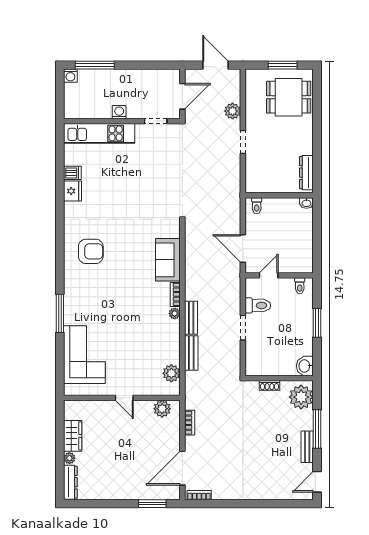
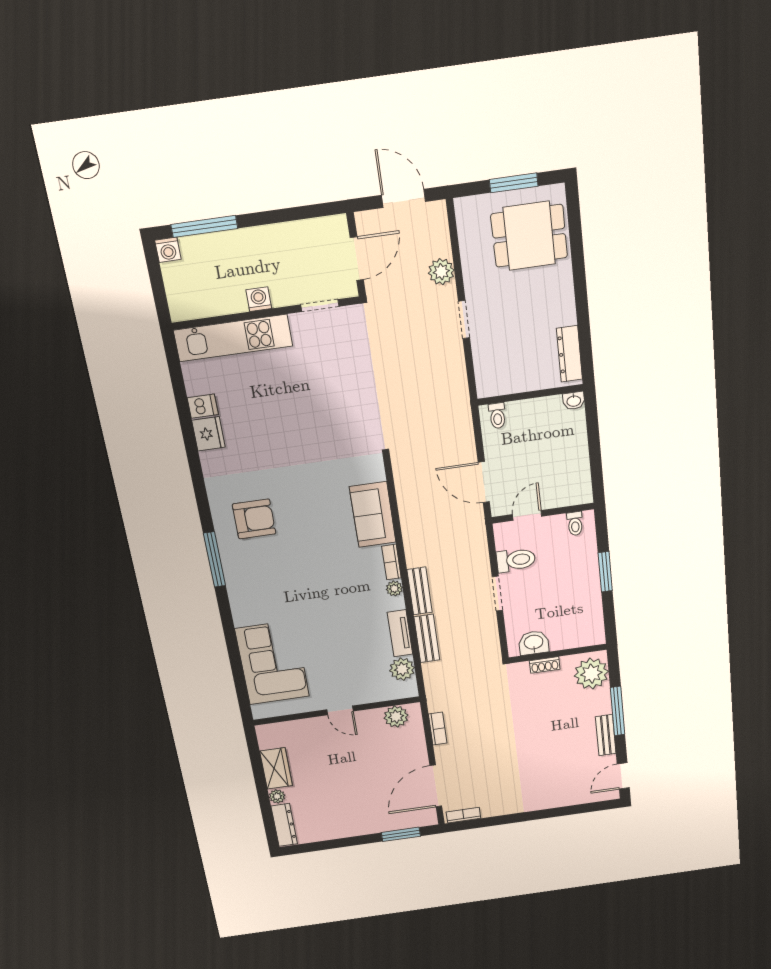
window: (60, 313) -> (214, 560), moved
tv unit: (174, 346) -> (400, 633), added
washbasin: (305, 366) -> (534, 643), moved, turned 90

